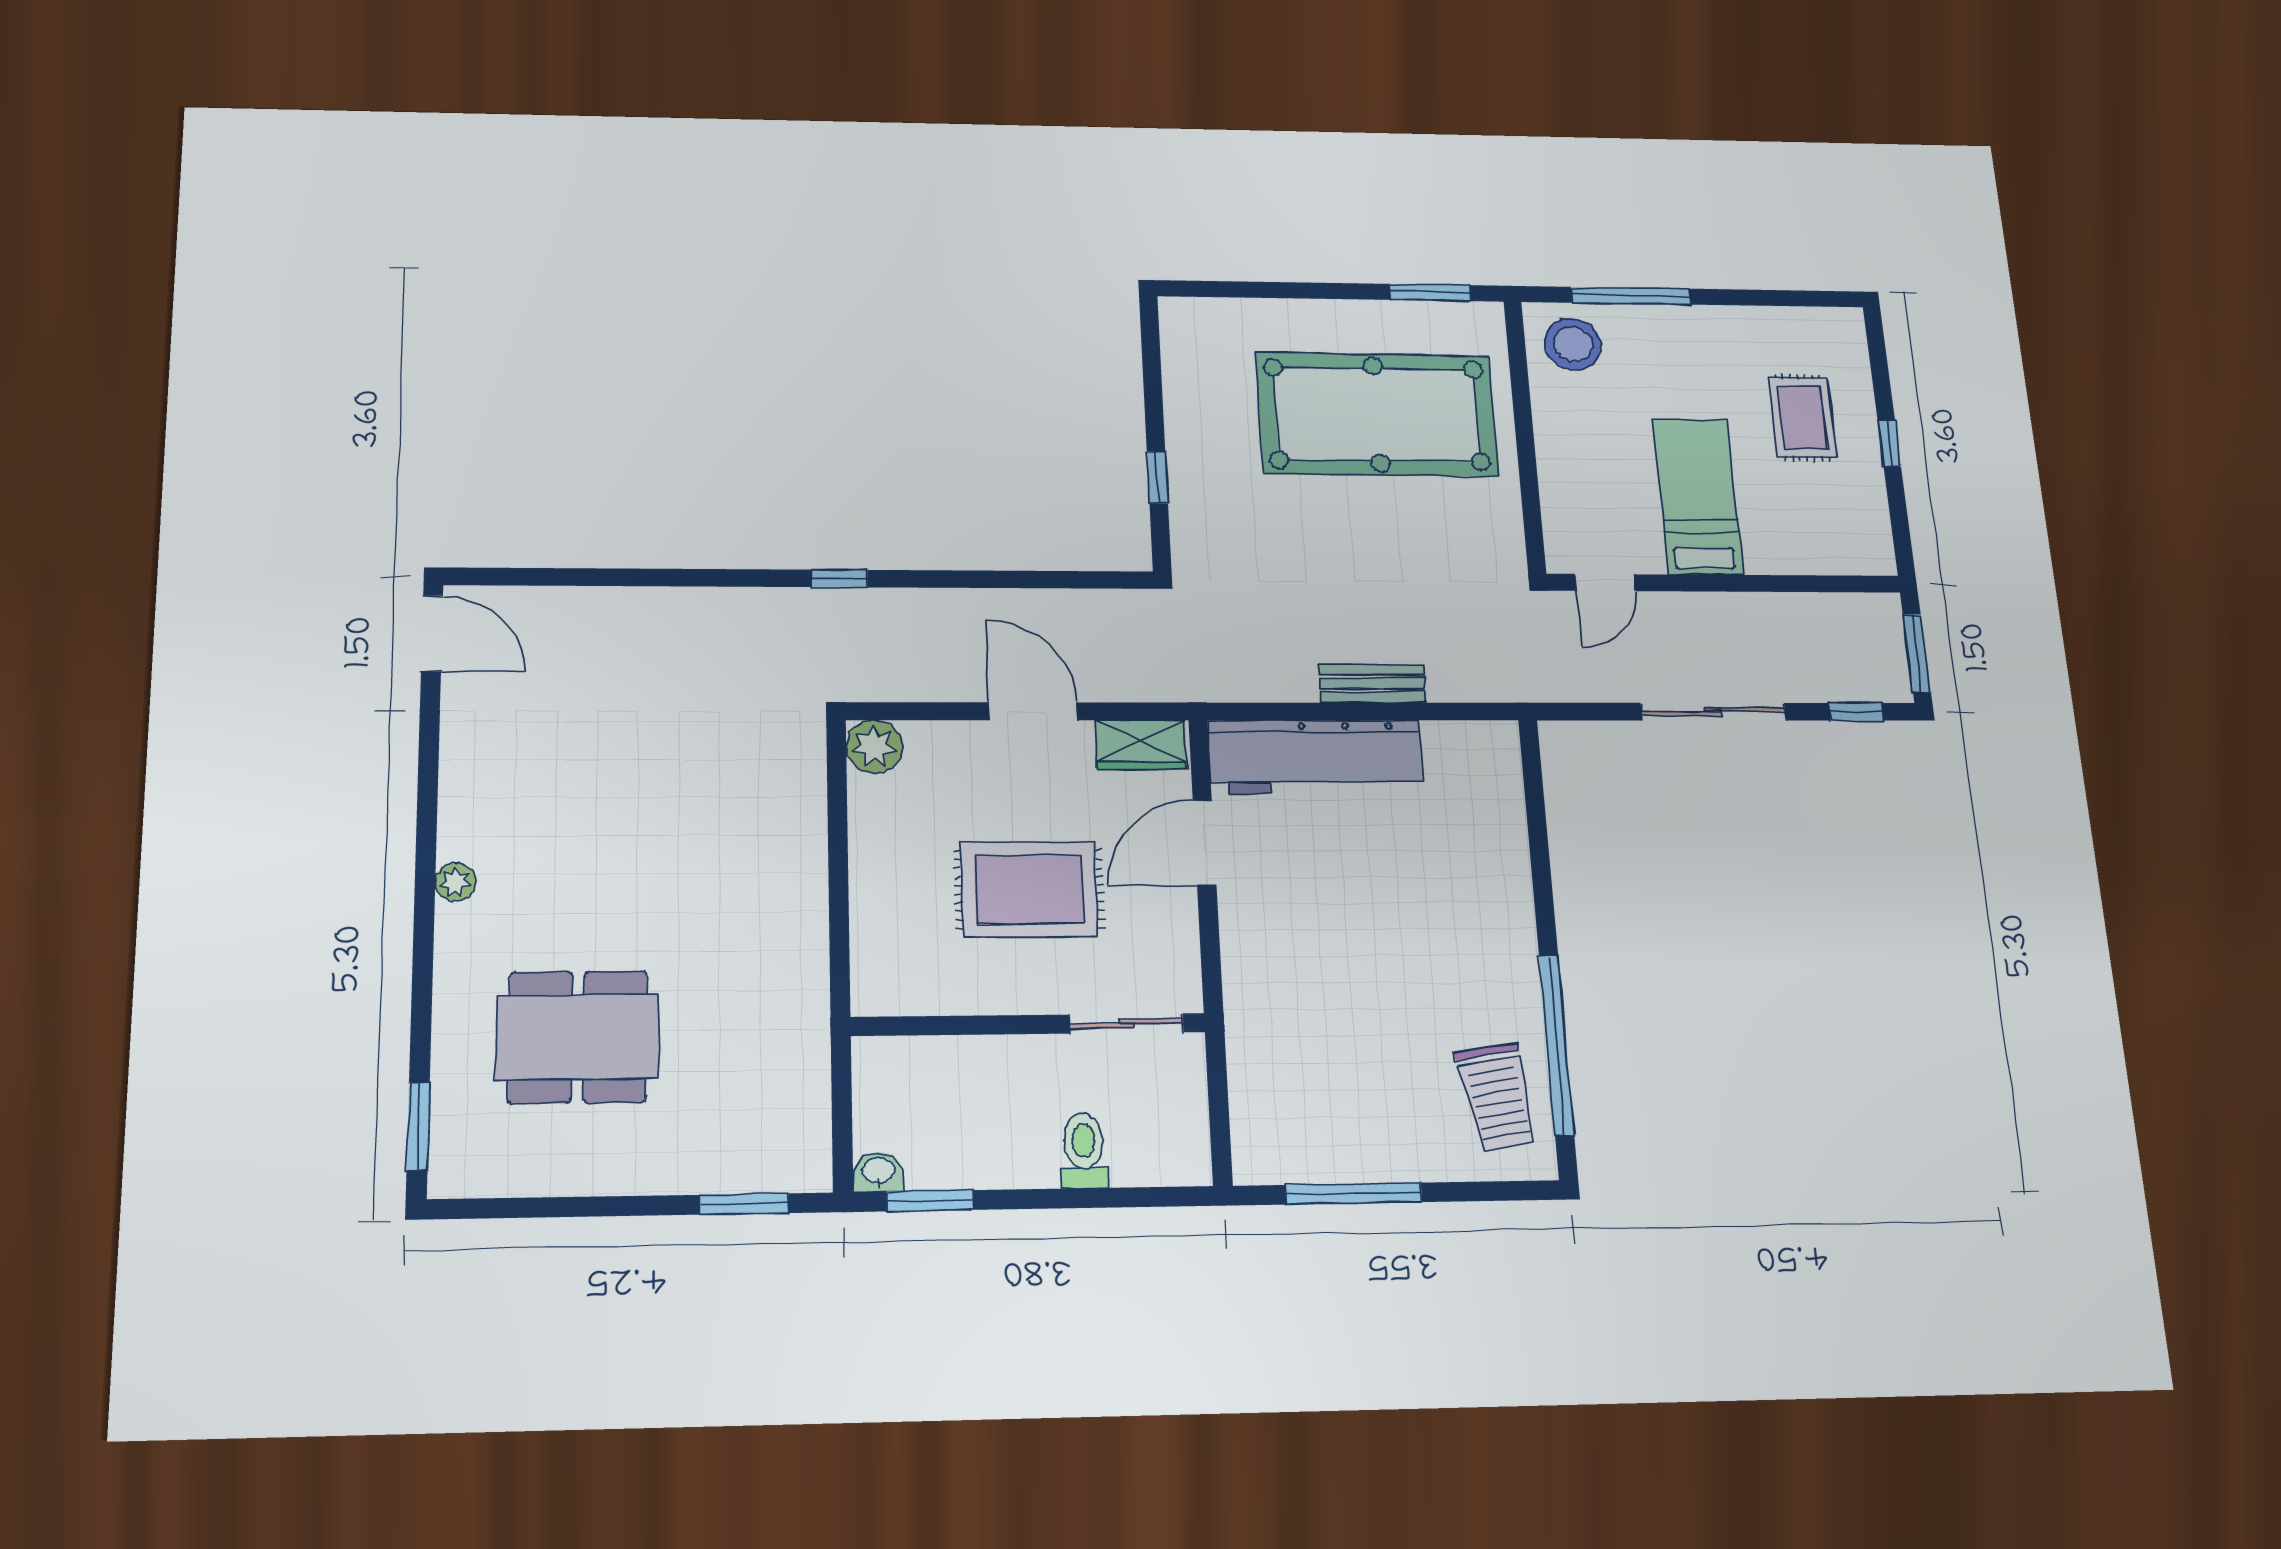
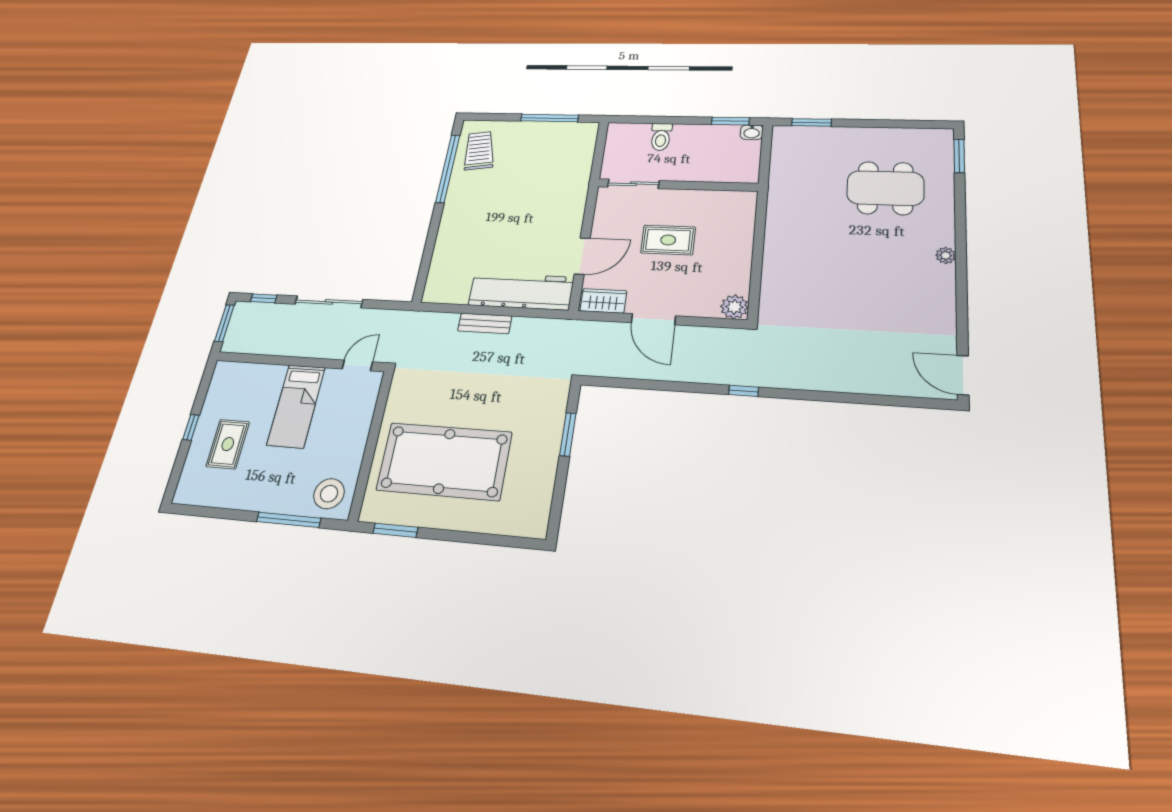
window: (1157, 477) -> (568, 434), width x1.50
rug: (1029, 889) -> (668, 240), width x0.73, depth x0.70

